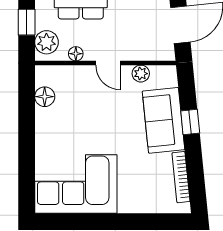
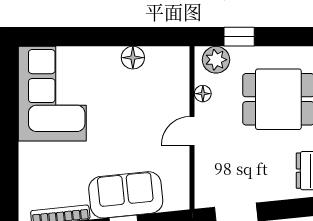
plant: (141, 74) -> (180, 169), removed
floor lamp: (45, 97) -> (133, 58), moved

